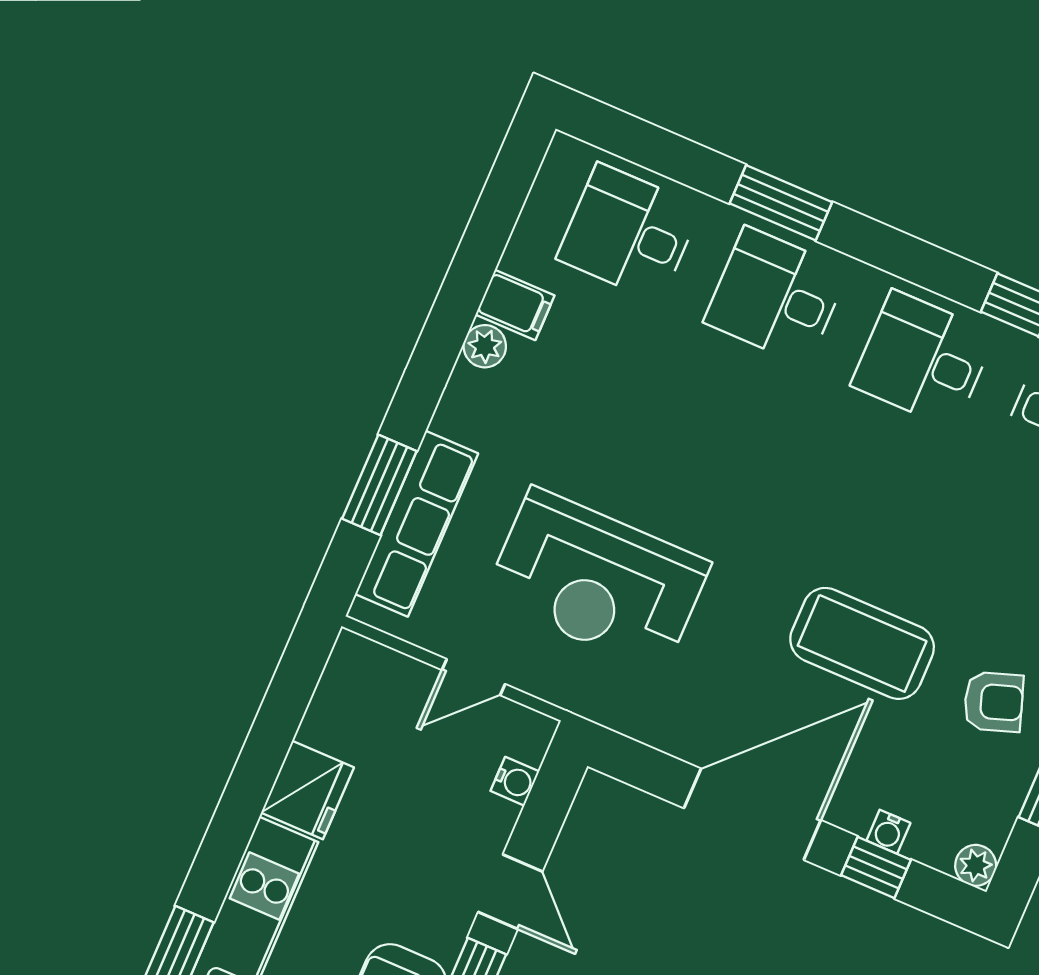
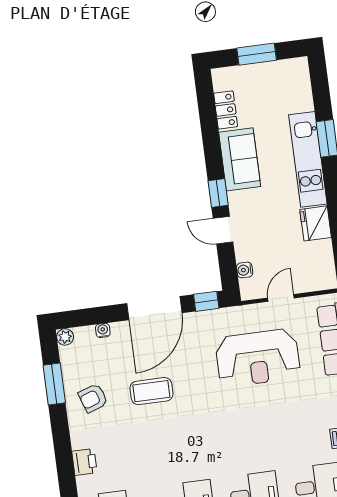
reception desk: (597, 580) -> (258, 358), turned 180
coffee table: (862, 643) -> (151, 391), width x0.73, depth x0.76
window: (876, 867) -> (206, 301), moved

